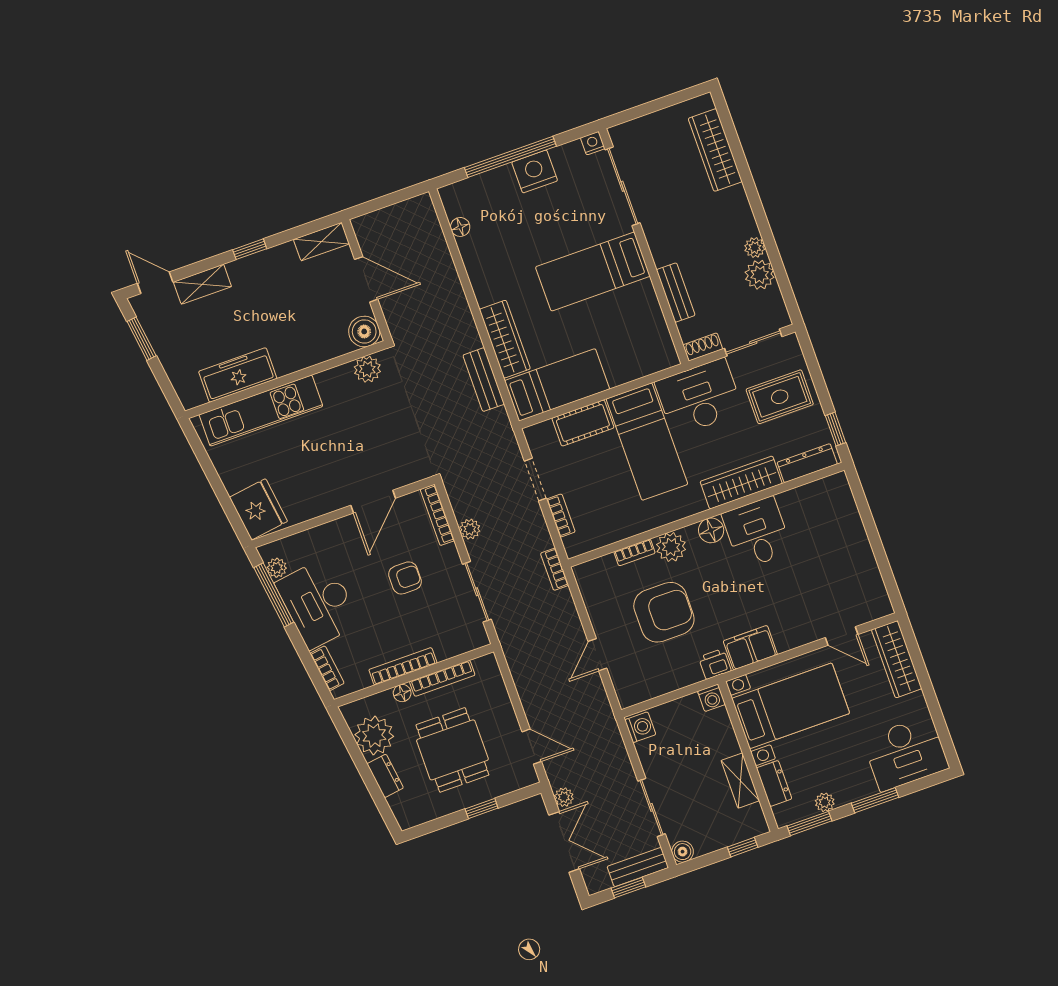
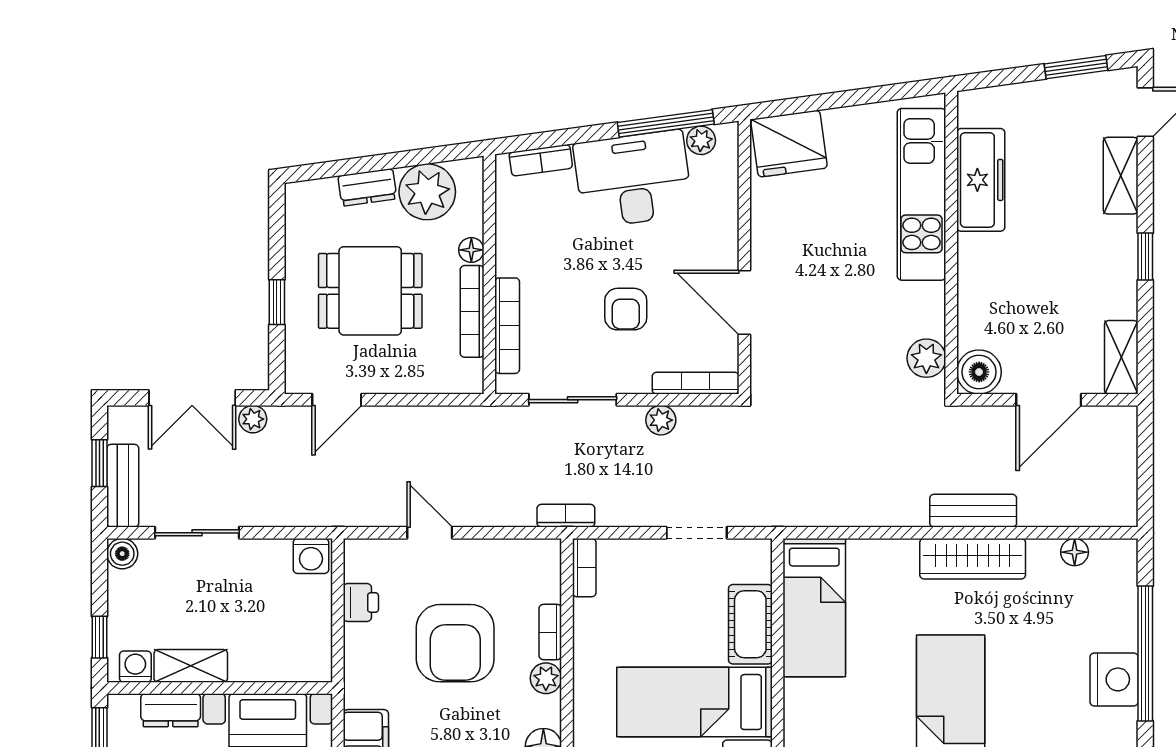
wardrobe: (505, 339) -> (973, 559), moved
bench: (484, 380) -> (973, 511), moved
bookcase: (561, 515) -> (584, 568), moved, turned -90
plant: (671, 547) -> (546, 678), width x0.73, depth x0.73
printer: (715, 664) -> (361, 603), moved
bookcase: (403, 666) -> (507, 326), moved
washing machine: (712, 698) -> (135, 667), moved, turned 90

